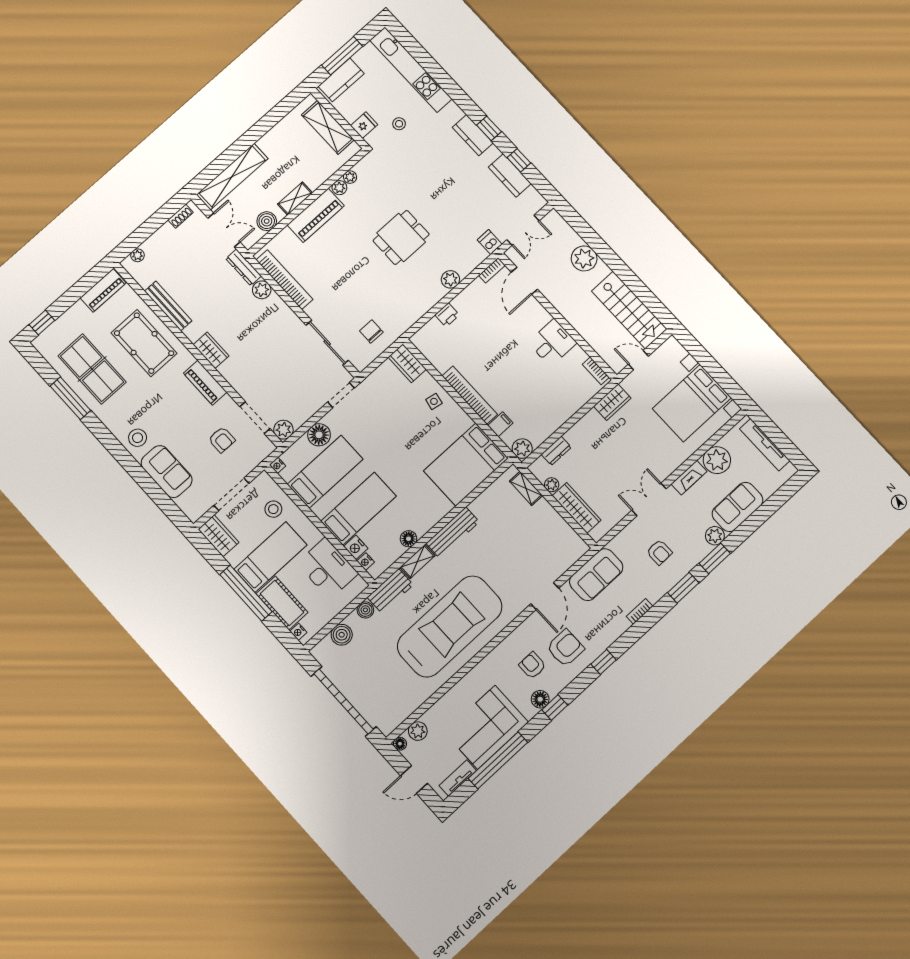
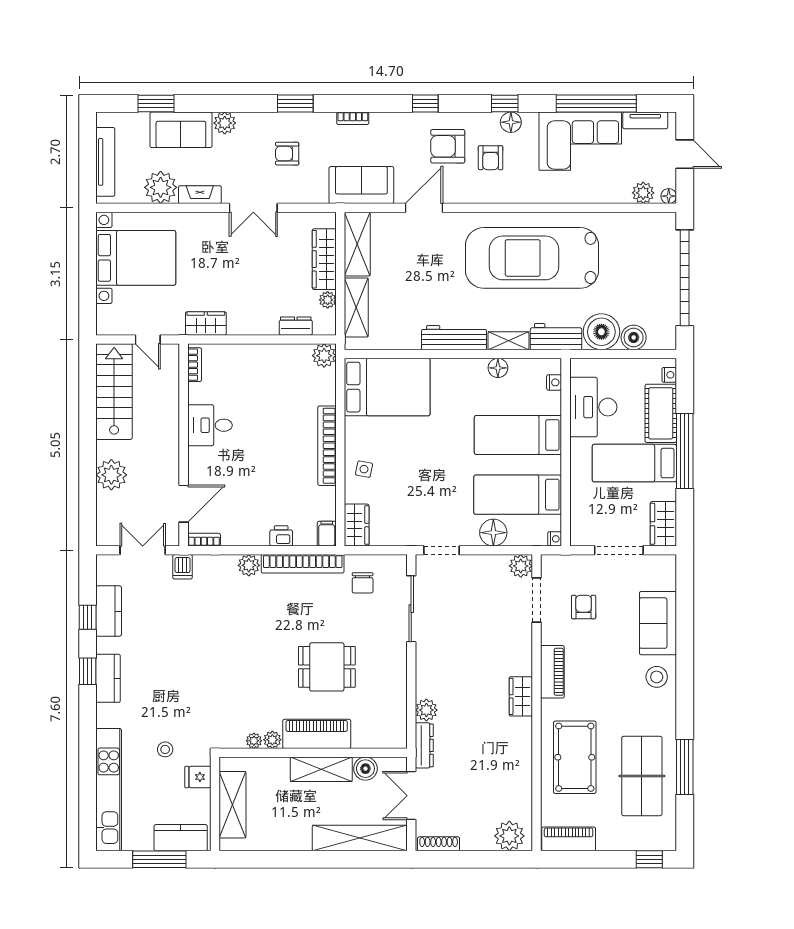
shelving: (295, 198) -> (321, 769), width x1.50, depth x1.33
shoe rack: (181, 216) -> (439, 844), width x1.43
dining table: (401, 237) -> (327, 667), moved
plant: (138, 255) -> (509, 836), width x1.87, depth x1.87
bookcase: (284, 280) -> (303, 564), moved, turned -90
bench: (168, 306) -> (523, 772), removed
filing cabinet: (500, 424) -> (327, 534), moved, turned 90
shelving: (526, 488) -> (356, 308), width x1.50, depth x1.33
stool: (273, 509) -> (594, 503), removed
shelving: (565, 536) -> (357, 244), added
nightstand: (356, 547) -> (551, 403), removed
armchair: (659, 552) -> (287, 154), turned -89
window: (715, 558) -> (156, 104), moved
boiler: (365, 610) -> (601, 332), width x1.86, depth x1.86

